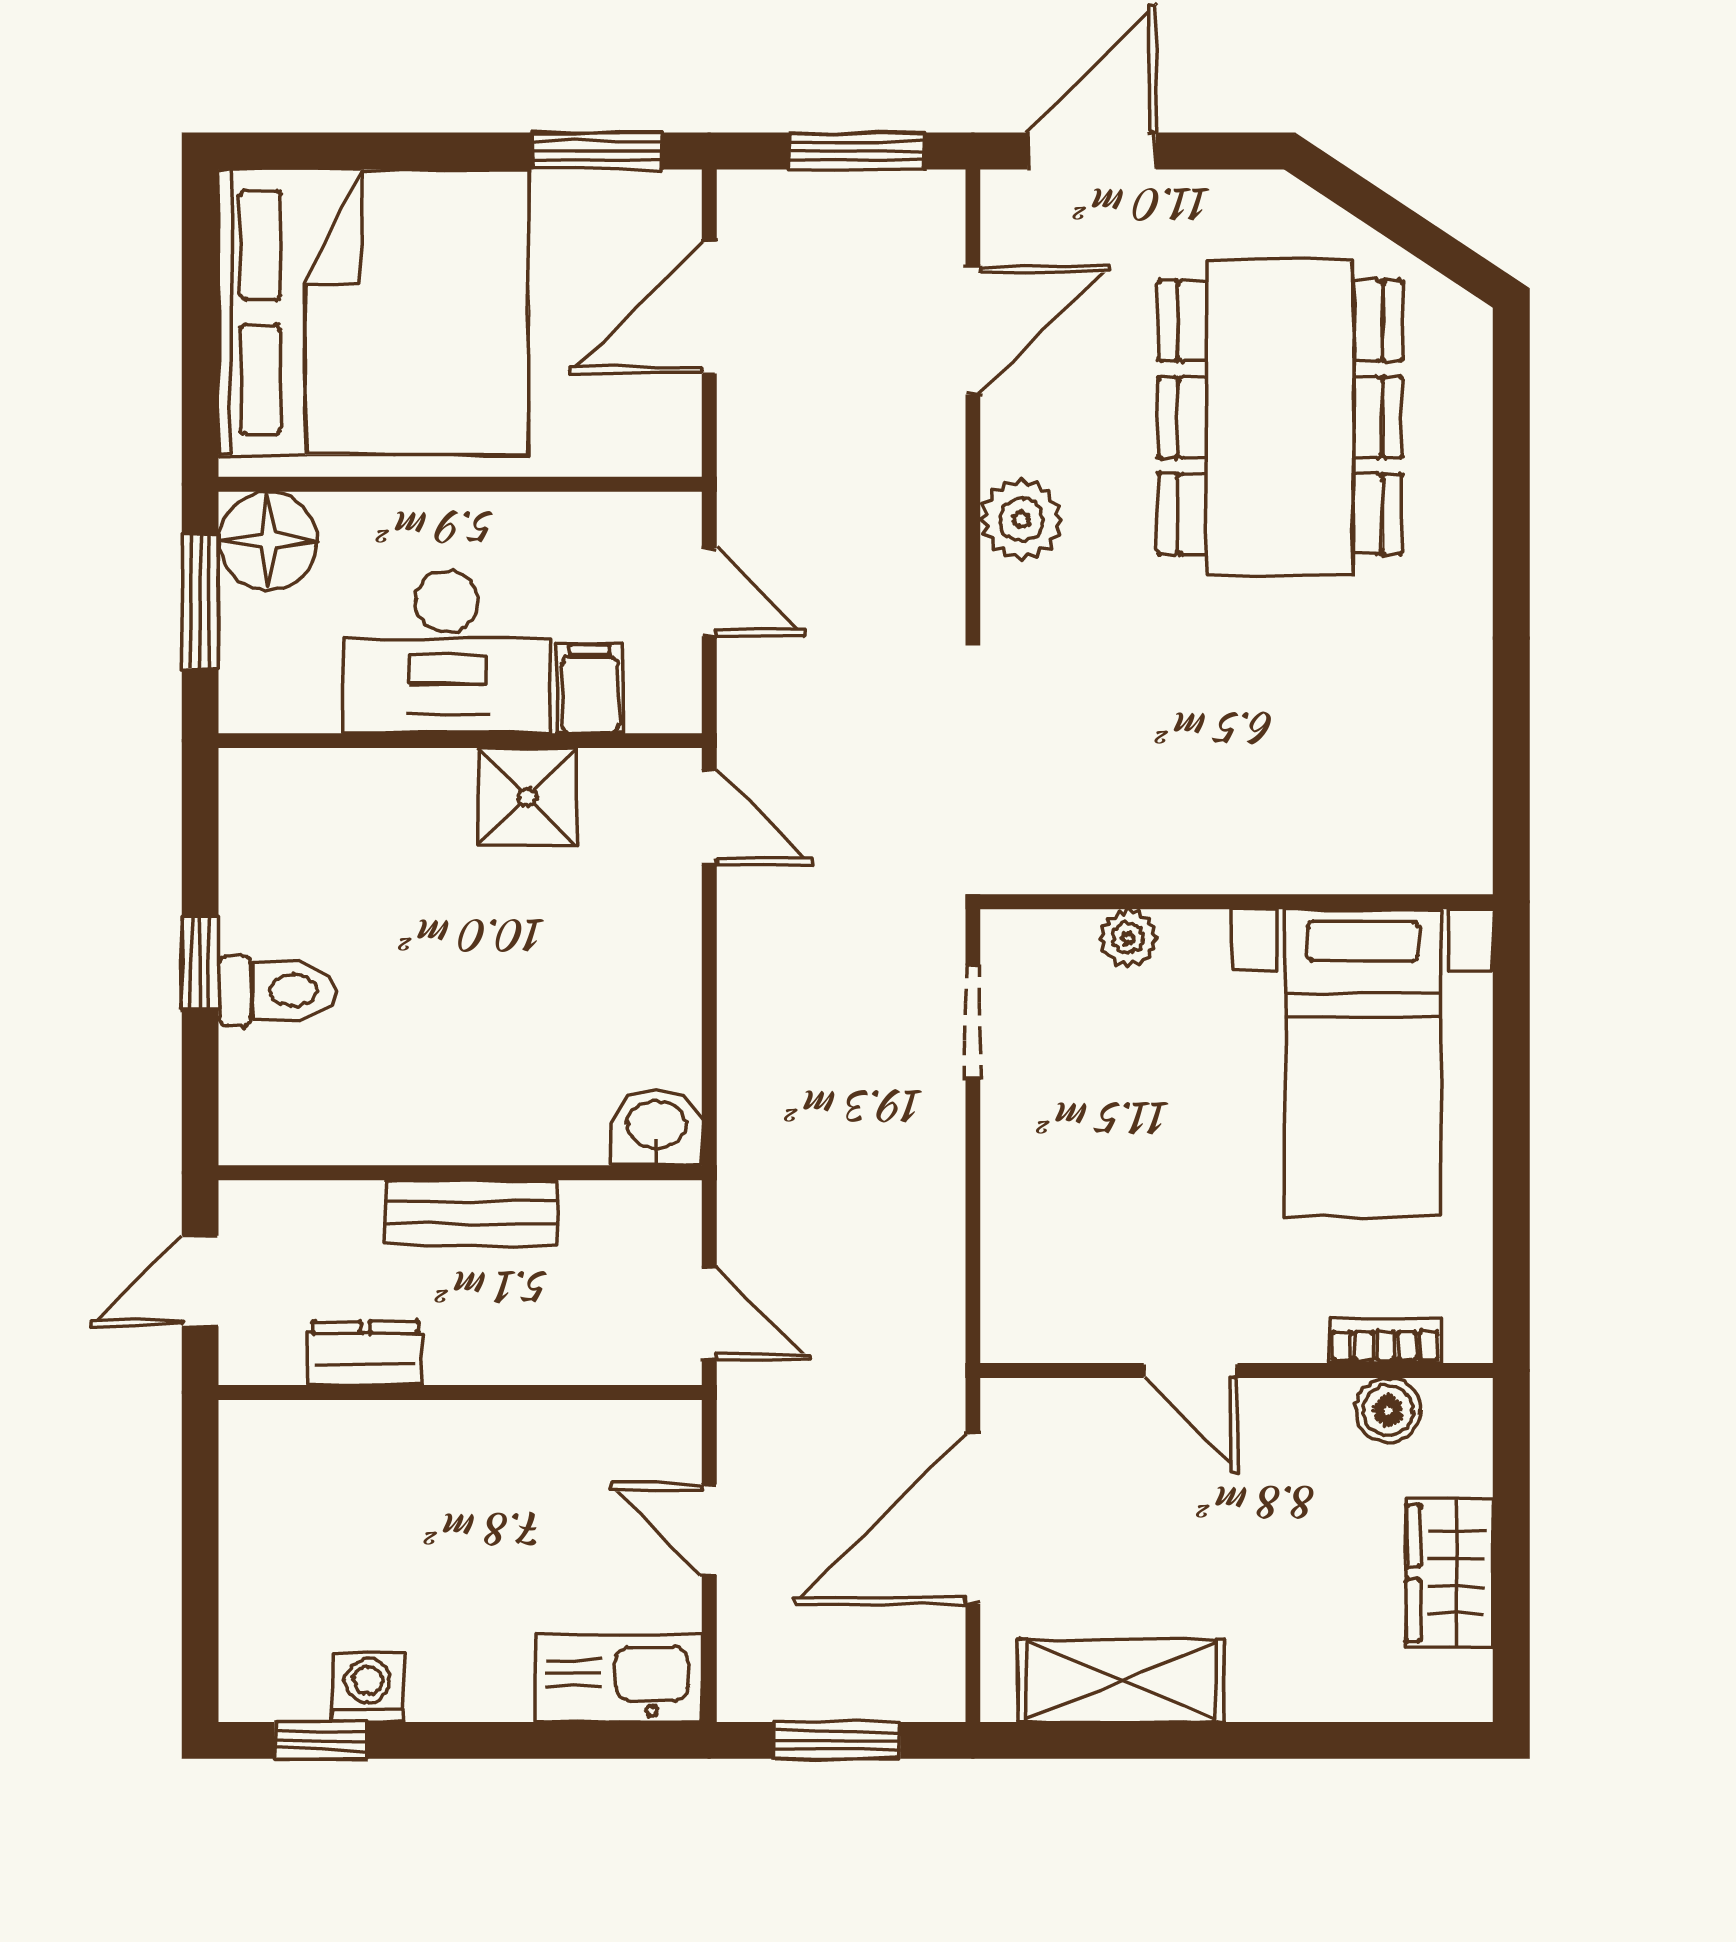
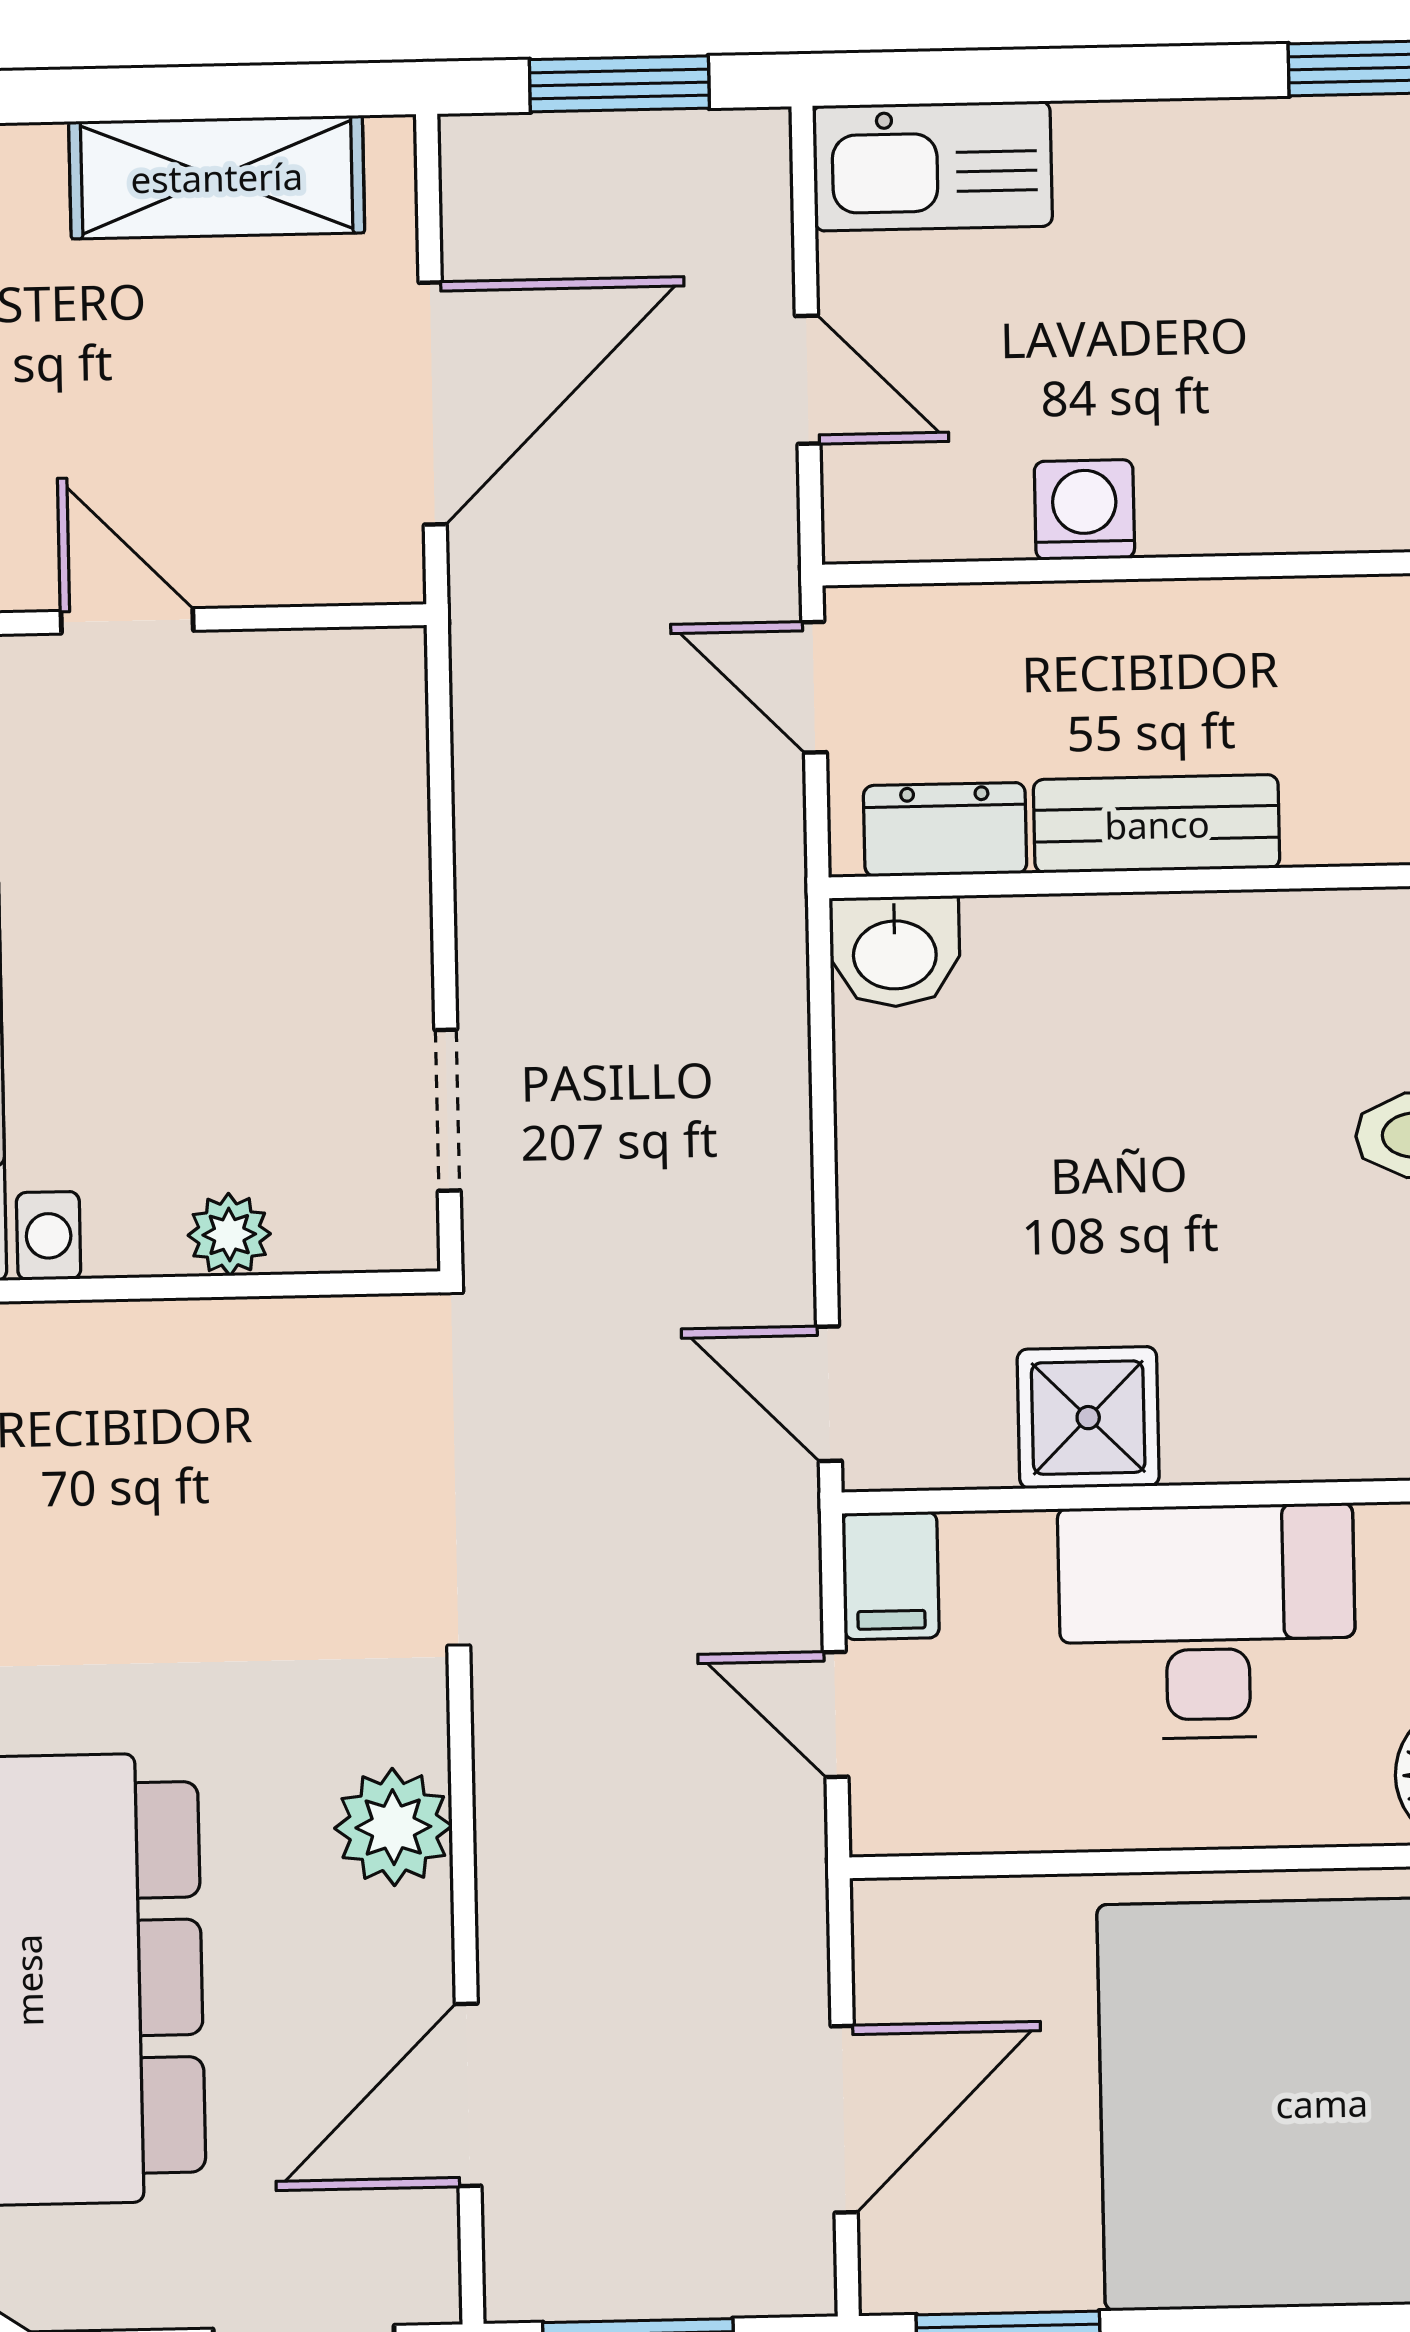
filing cabinet: (590, 689) -> (891, 1576), moved
dresser: (365, 1353) -> (945, 829), moved, turned 180
washing machine: (368, 1687) -> (1084, 510), moved, turned 180

